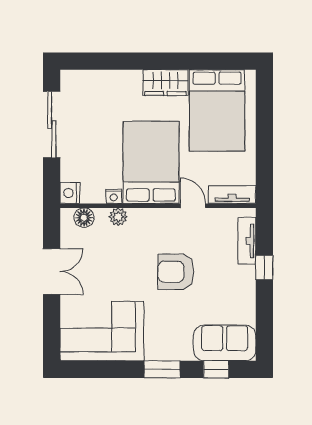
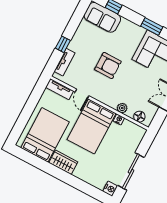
nightstand: (70, 193) -> (110, 189), moved
window: (162, 369) -> (152, 27), moved

